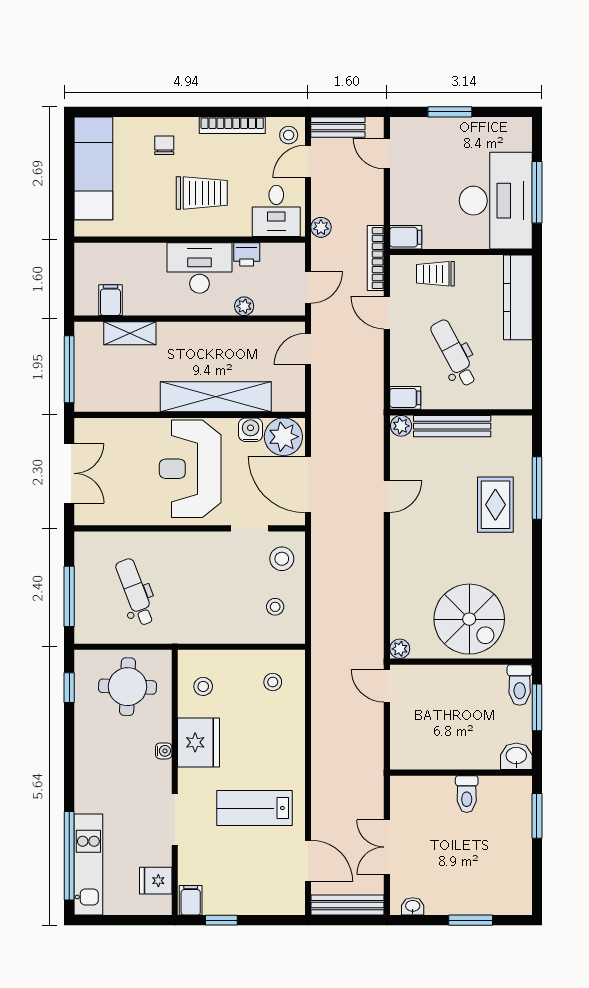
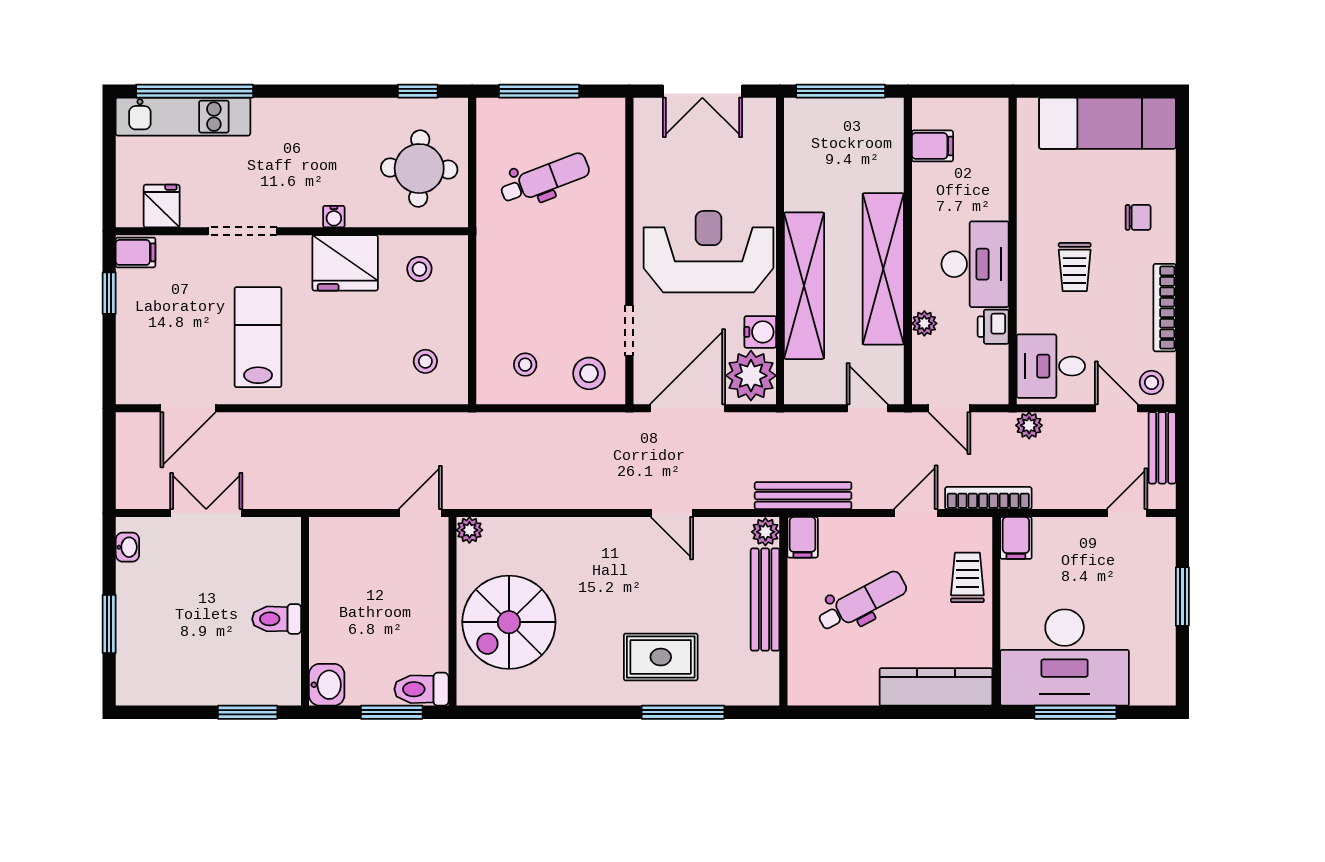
trolley: (202, 193) -> (1075, 267), width x0.73, depth x0.72
shelving: (130, 333) -> (883, 269), moved, width x2.20, depth x1.33
bench: (348, 905) -> (803, 496), moved, turned 90

